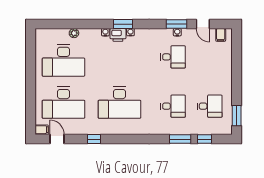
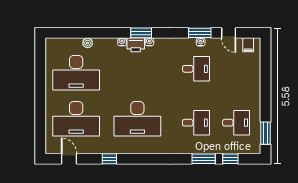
filing cabinet: (42, 130) -> (52, 148), removed

